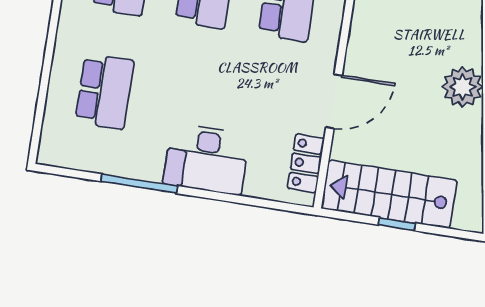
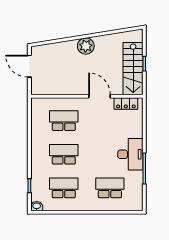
desk: (206, 159) -> (130, 154), moved

